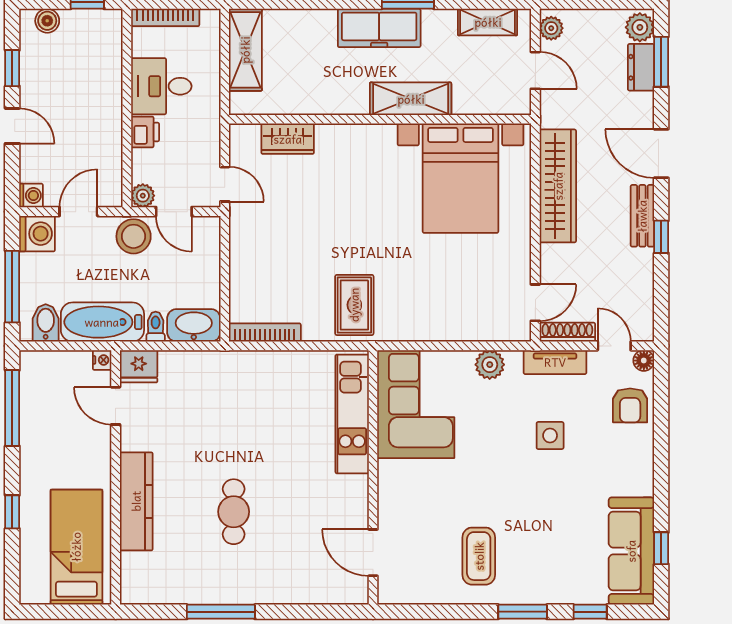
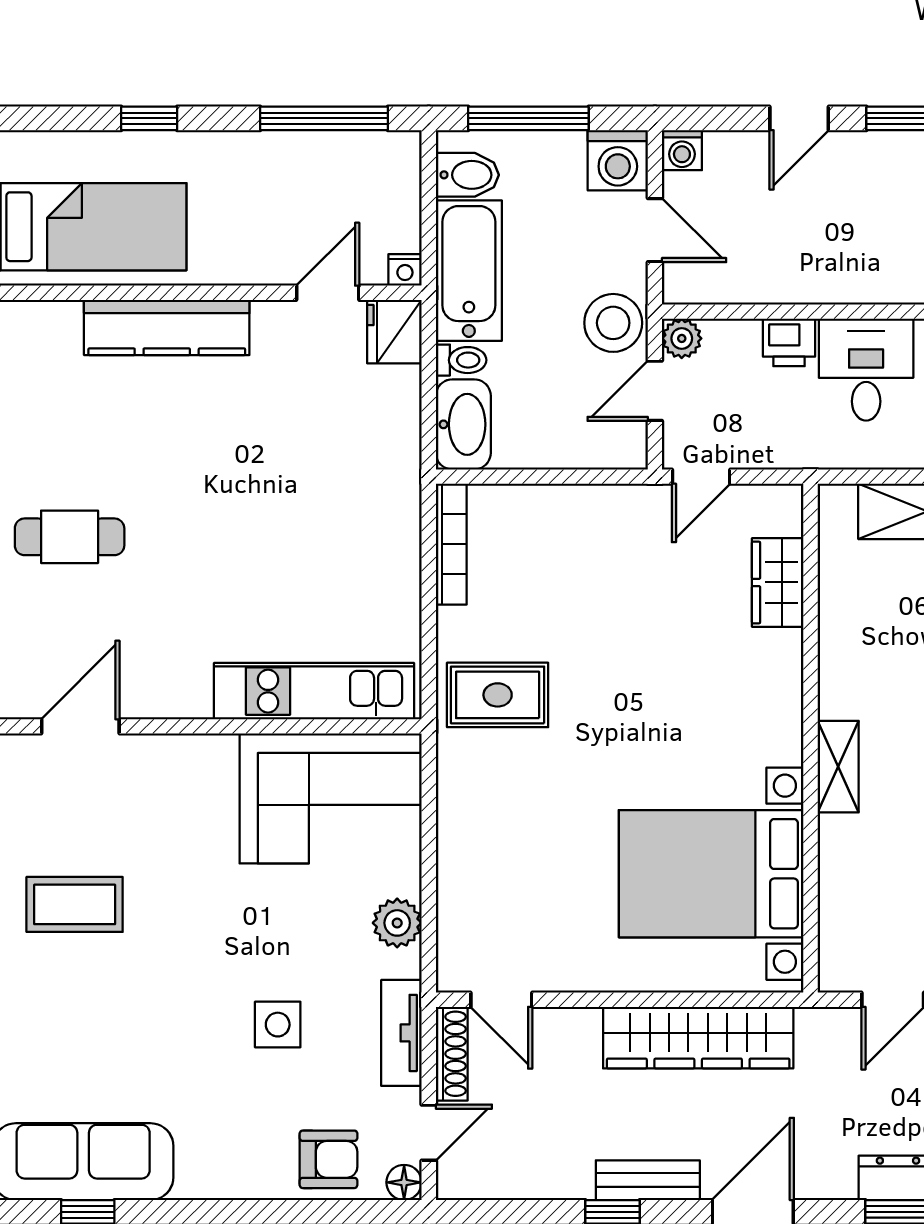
shelving: (411, 99) -> (838, 767), width x0.67, depth x0.75
armchair: (630, 405) -> (329, 1159), turned 180
cafe table: (234, 512) -> (70, 537), moved

